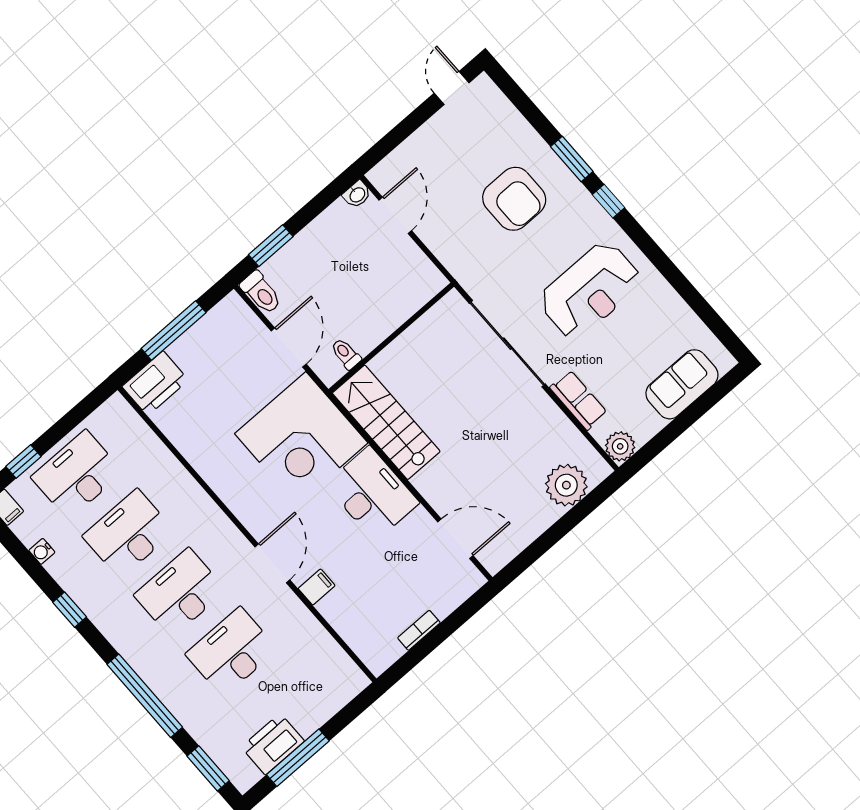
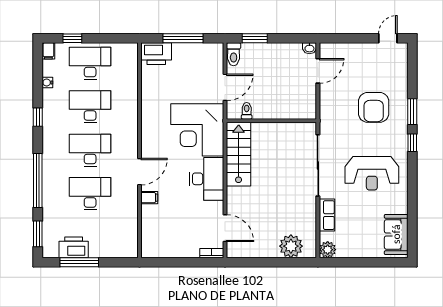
sofa: (682, 384) -> (396, 234), moved, turned -90
bookcase: (419, 630) -> (212, 253), moved

